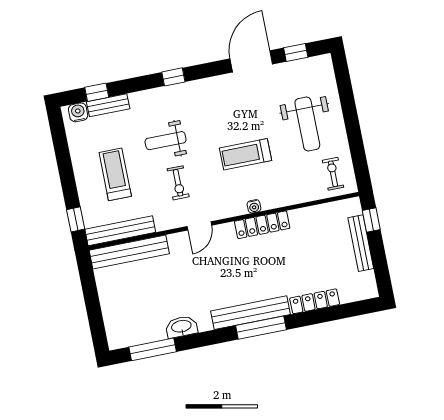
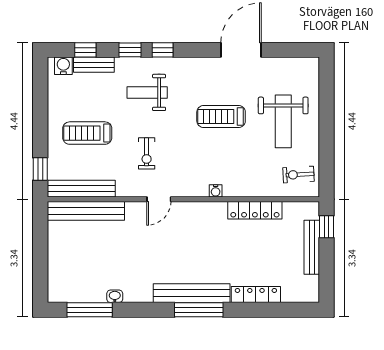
window: (296, 52) -> (130, 50), moved
weight bench: (166, 141) -> (147, 92), moved
treadmill: (246, 154) -> (221, 116), moved
treadmill: (115, 174) -> (87, 133), turned -90
exercise bike: (333, 174) -> (298, 175), turned -93
locker: (262, 225) -> (255, 210), moved
washbasin: (181, 327) -> (115, 296), width x0.52, depth x0.69

